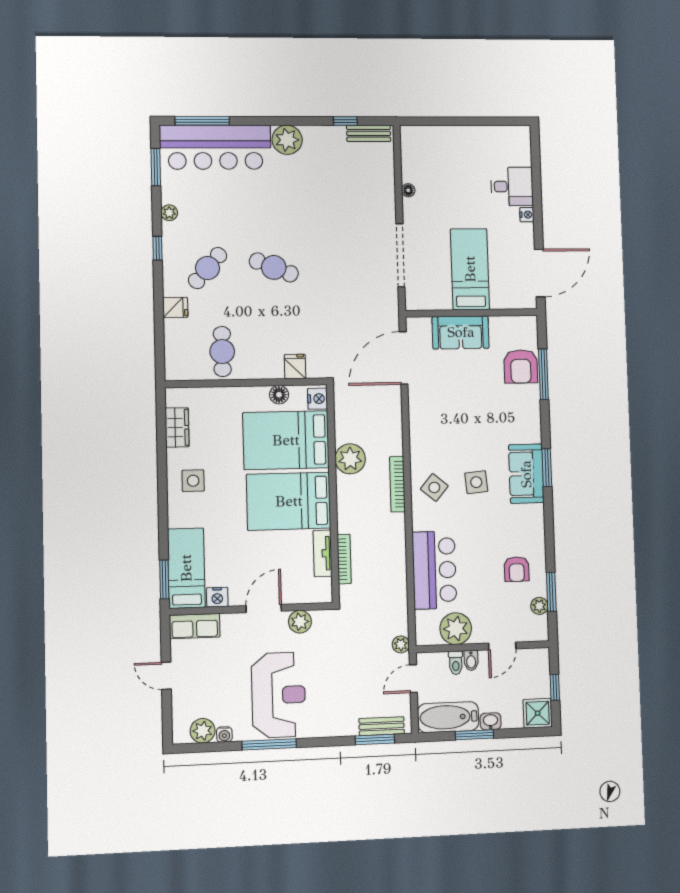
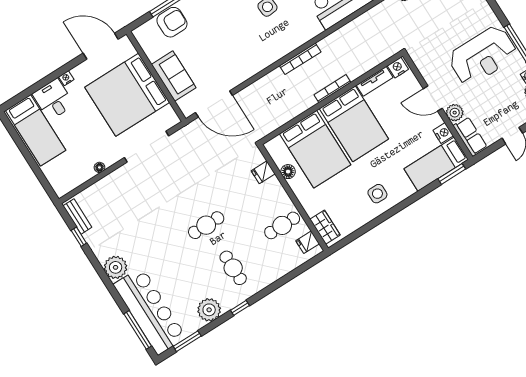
bed: (490, 147) -> (36, 130), added
plant: (169, 213) -> (209, 310), width x1.87, depth x1.87
cafe table: (274, 267) -> (206, 225), turned 68
cafe table: (208, 268) -> (233, 268), turned 49
bed: (470, 269) -> (127, 95), width x2.04
fridge: (175, 307) -> (308, 242), moved, turned -90
nightstand: (317, 399) -> (398, 67), moved
wardrobe: (177, 427) -> (325, 227), moved, turned 90
plant: (350, 459) -> (302, 100), removed
side table: (434, 487) -> (288, 33), removed
bookcase: (344, 559) -> (332, 89), moved
plant: (300, 622) -> (455, 113), moved
reception desk: (279, 695) -> (483, 56), turned 180

